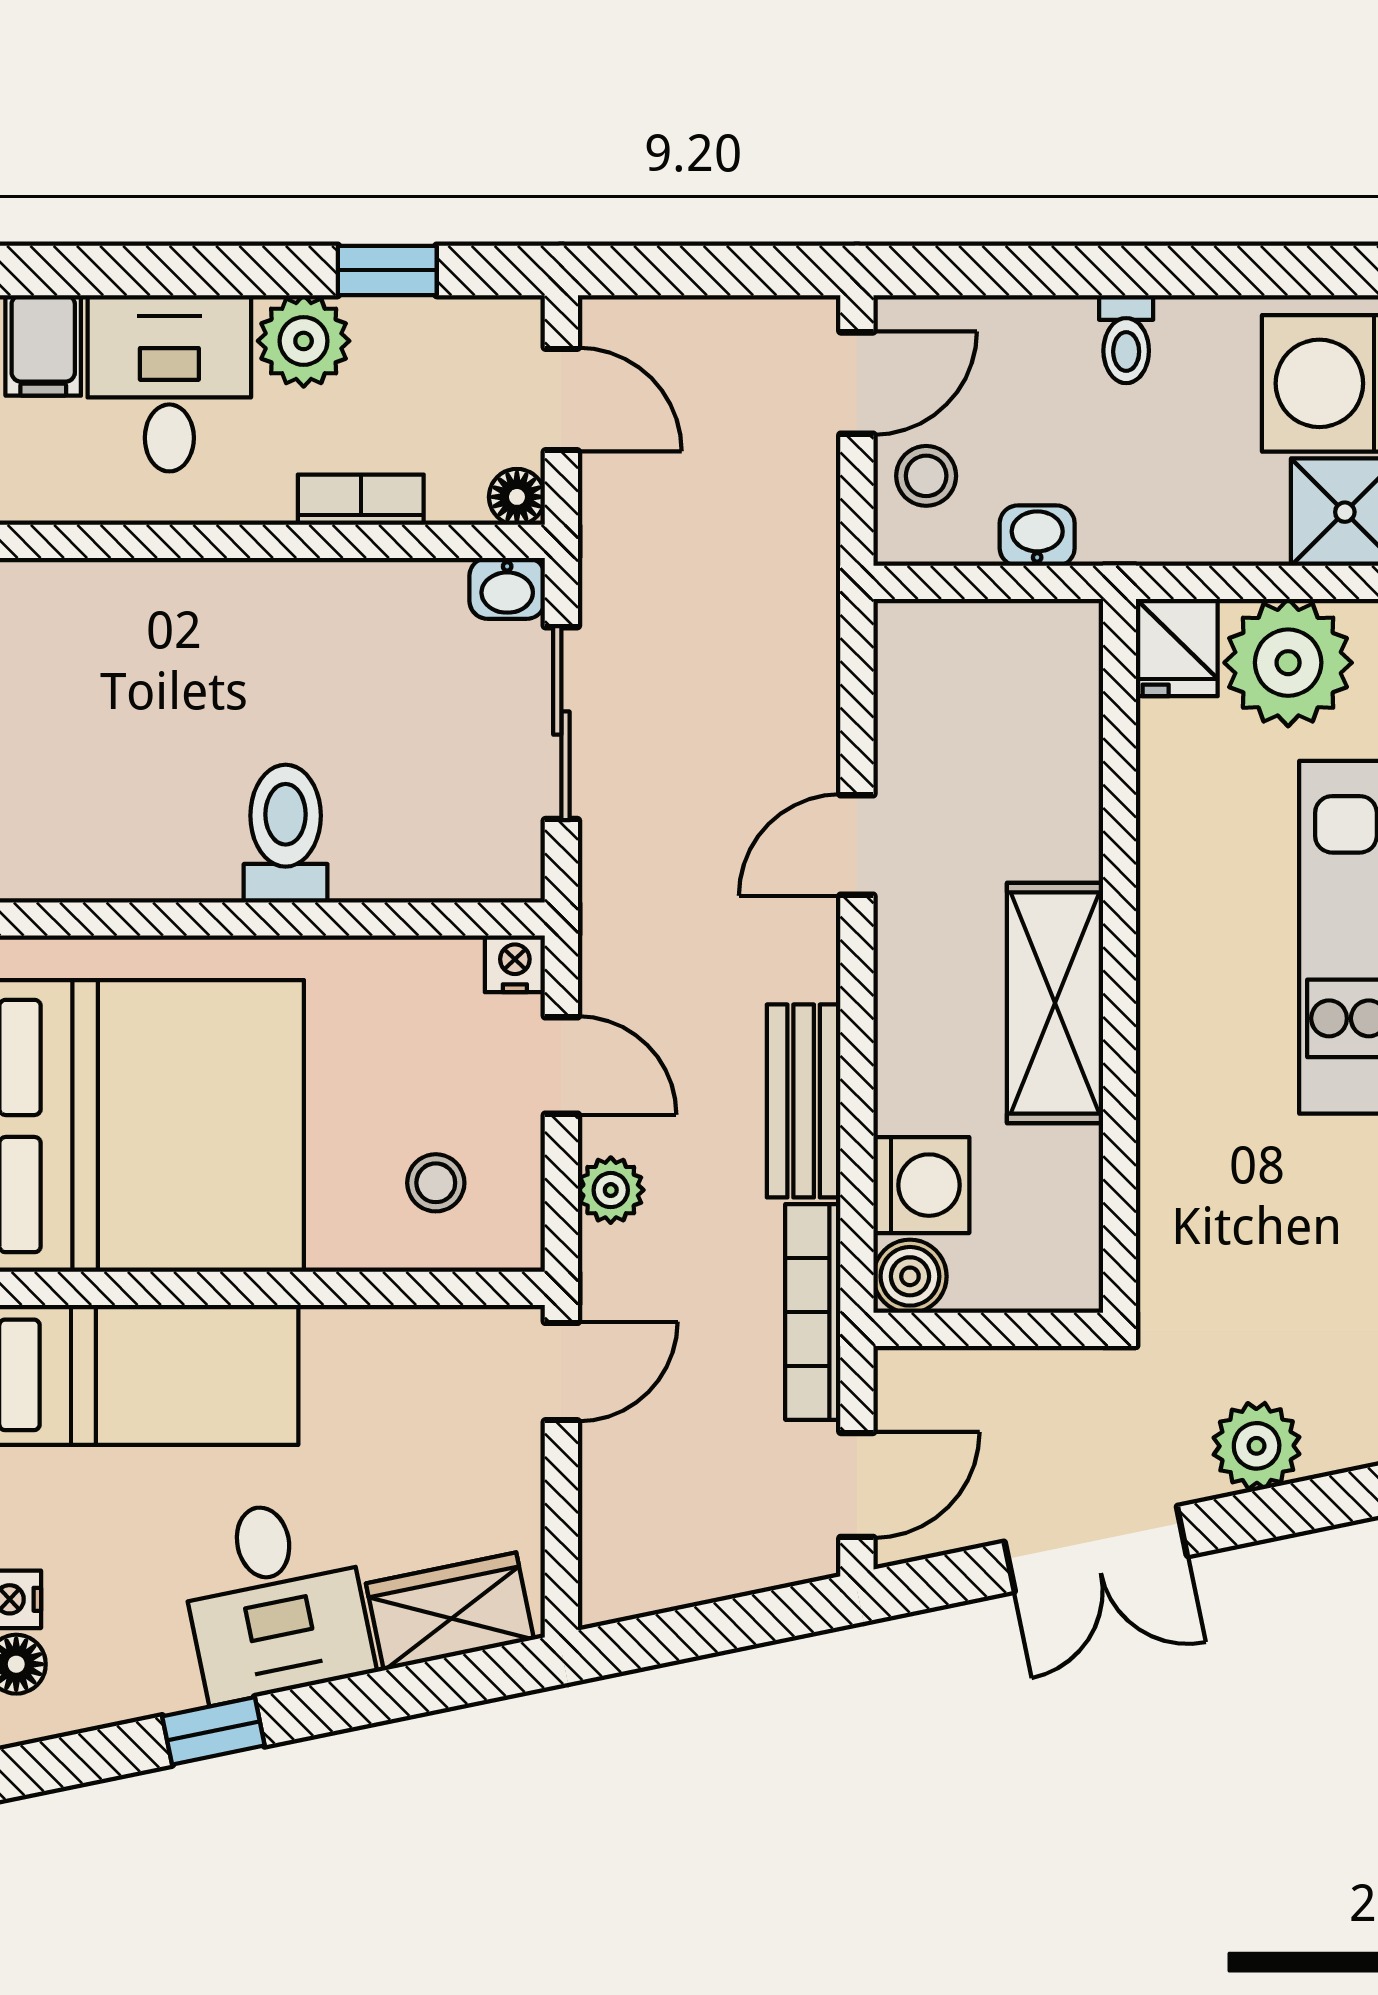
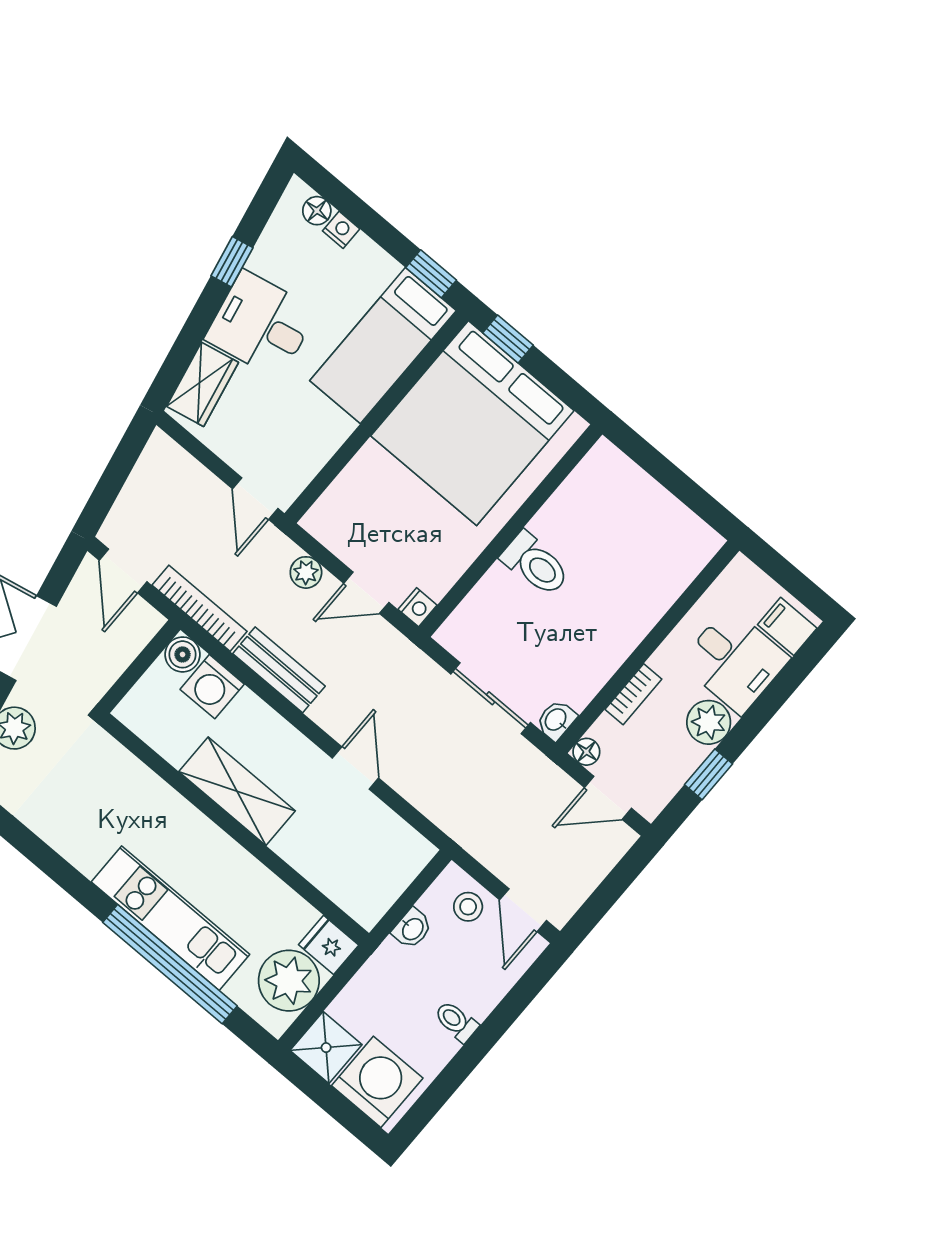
stool: (436, 1183) -> (362, 511), removed

